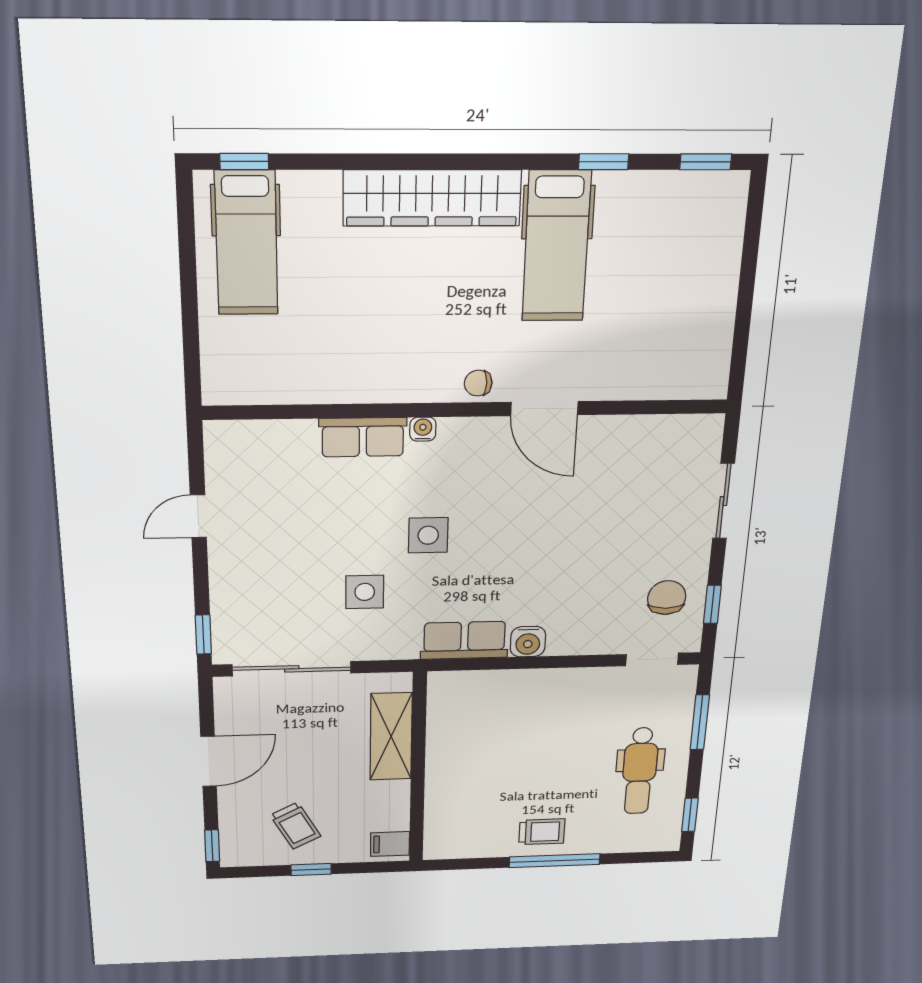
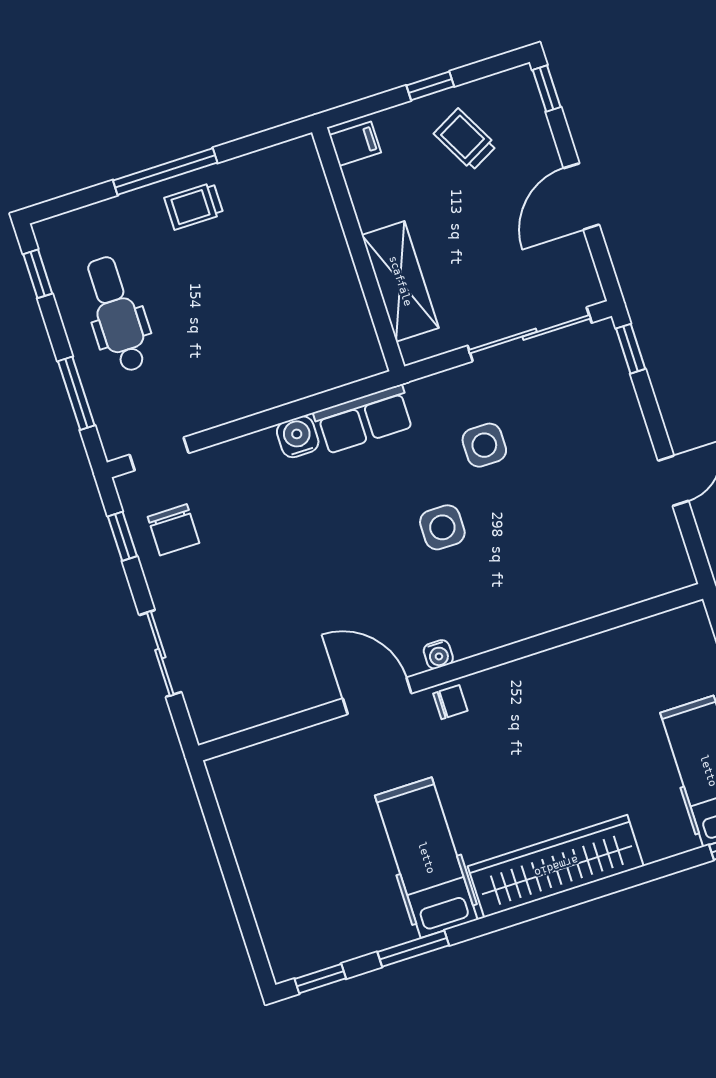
window: (604, 162) -> (413, 949), width x1.50
water cooler: (423, 429) -> (438, 654), moved
row of seats: (363, 437) -> (541, 613), removed

